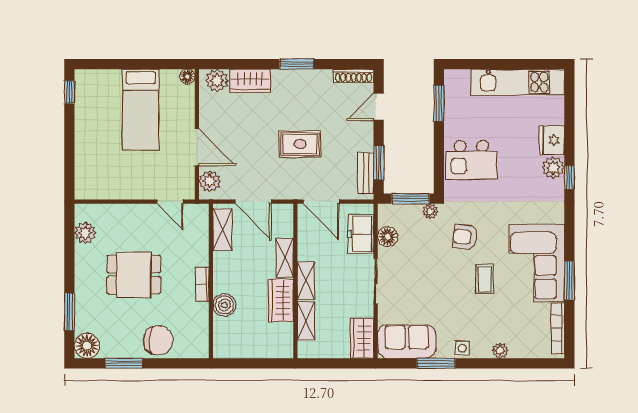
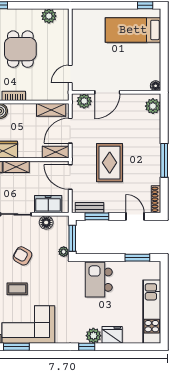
window: (297, 64) -> (164, 160), width x1.44
wardrobe: (250, 81) -> (153, 129), removed
bed: (141, 110) -> (133, 30), moved
rug: (300, 144) -> (110, 163), width x1.36, depth x1.43
door: (321, 202) -> (70, 177), hinge flipped
armchair: (465, 237) -> (22, 256), moved, turned -67
shelving: (285, 258) -> (56, 152), moved

